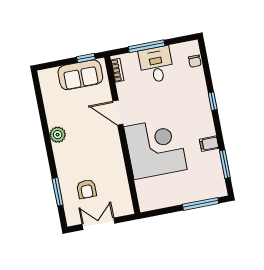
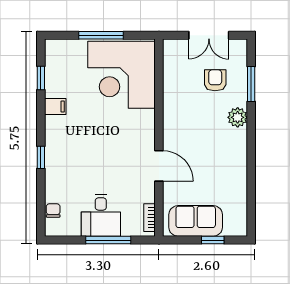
window: (86, 58) -> (213, 240), moved
plant: (58, 135) -> (238, 117), moved
corner desk: (155, 148) -> (122, 75), moved
window: (225, 164) -> (41, 78), width x0.67
window: (201, 204) -> (101, 35), moved

